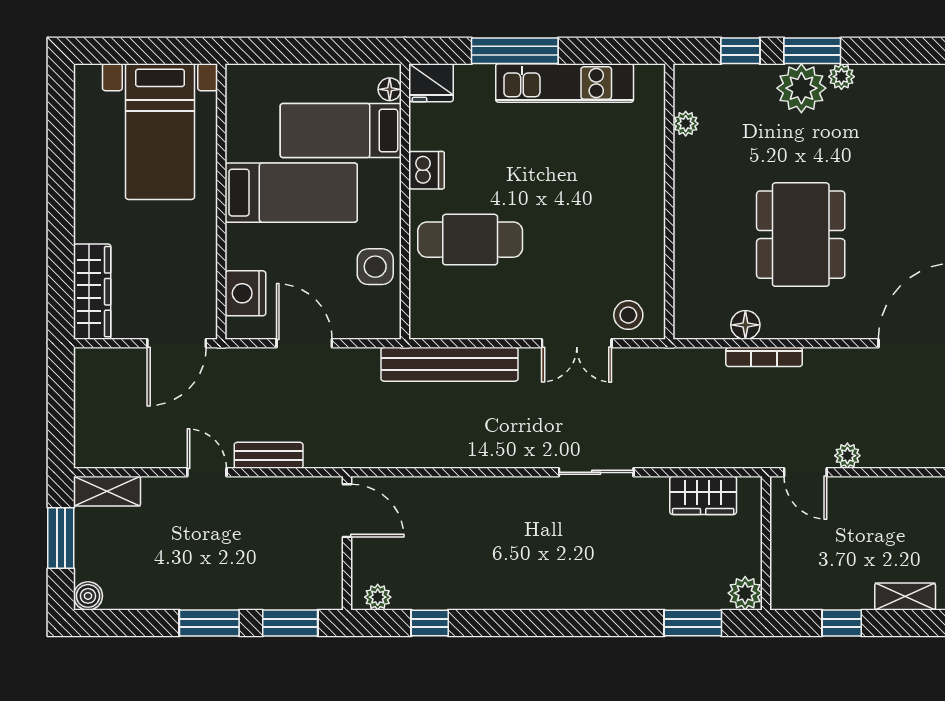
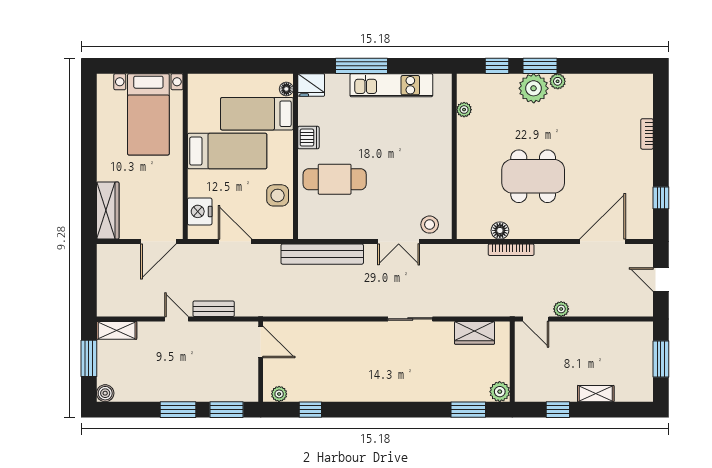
dining table: (801, 235) -> (533, 176), turned 90

